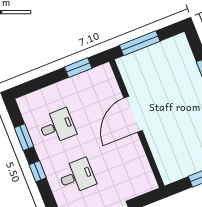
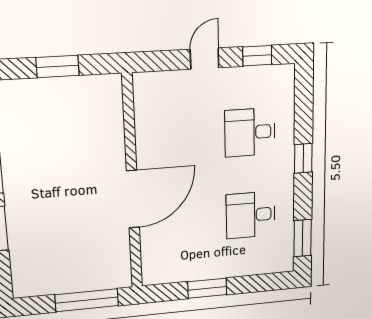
window: (78, 68) -> (207, 288), moved
window: (24, 137) -> (303, 238), moved

